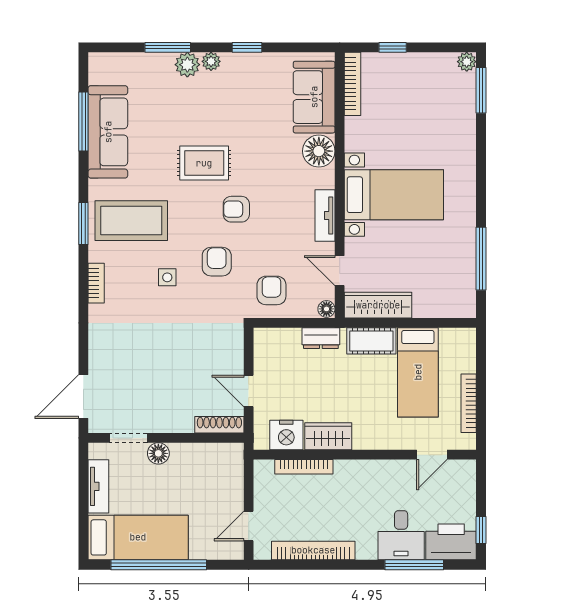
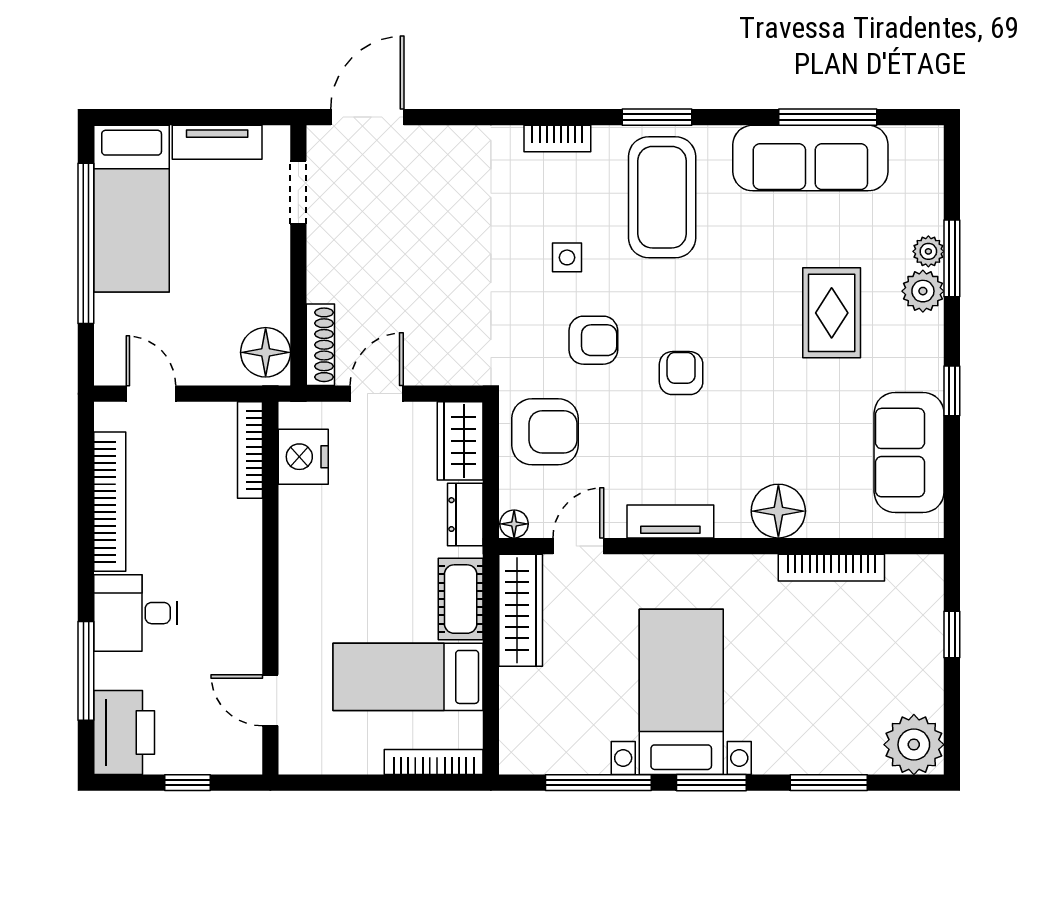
plant: (211, 61) -> (928, 251), moved
plant: (467, 62) -> (914, 745), width x1.88, depth x1.88
bookcase: (353, 84) -> (831, 568), moved
window: (481, 90) -> (829, 783), moved
sofa: (314, 97) -> (909, 453), moved, turned -90
rug: (204, 163) -> (832, 313), moved
window: (481, 191) -> (711, 783), added
bed with nightstands: (394, 195) -> (681, 692), moved, turned 180
armchair: (271, 290) -> (545, 432), width x1.38, depth x1.38
door: (83, 397) -> (367, 117), hinge flipped
bookcase: (469, 403) -> (434, 762), moved
wardrobe: (328, 436) -> (460, 441), moved, turned 180
floor lamp: (158, 453) -> (266, 352), moved, width x1.38, depth x1.38
bookcase: (304, 467) -> (250, 450), moved
window: (481, 530) -> (188, 783), moved
desk: (401, 535) -> (135, 613), moved

